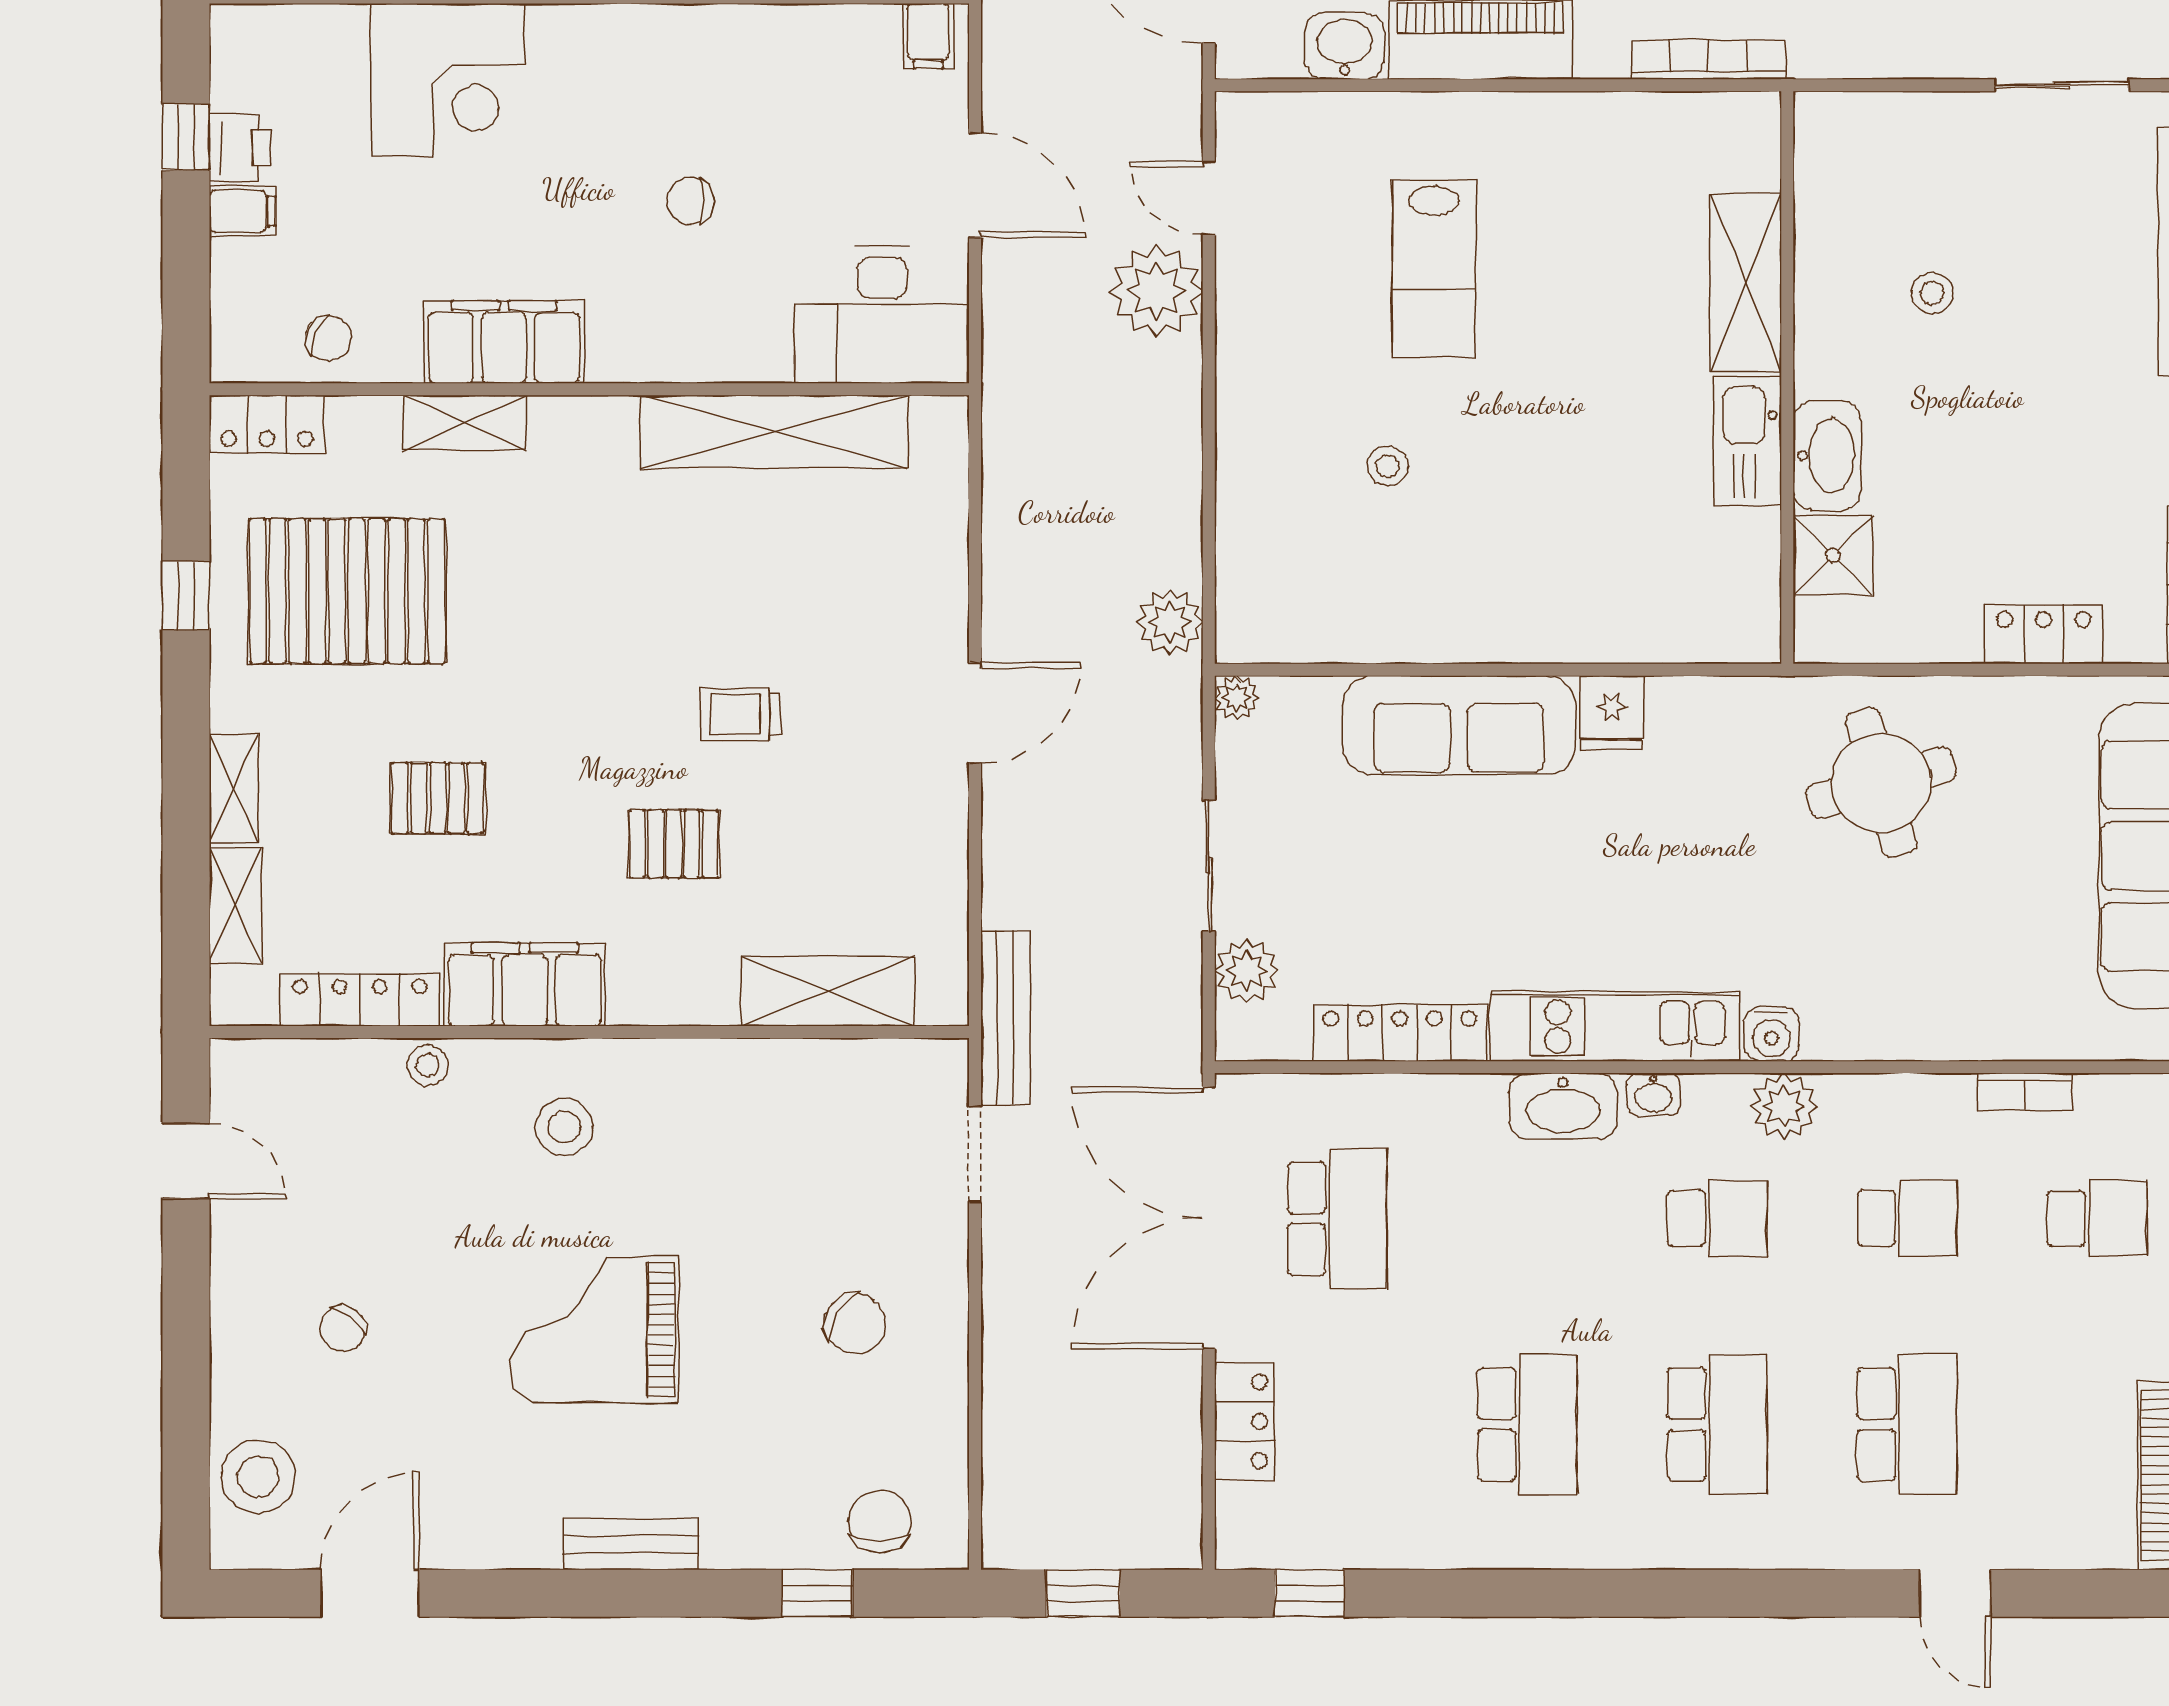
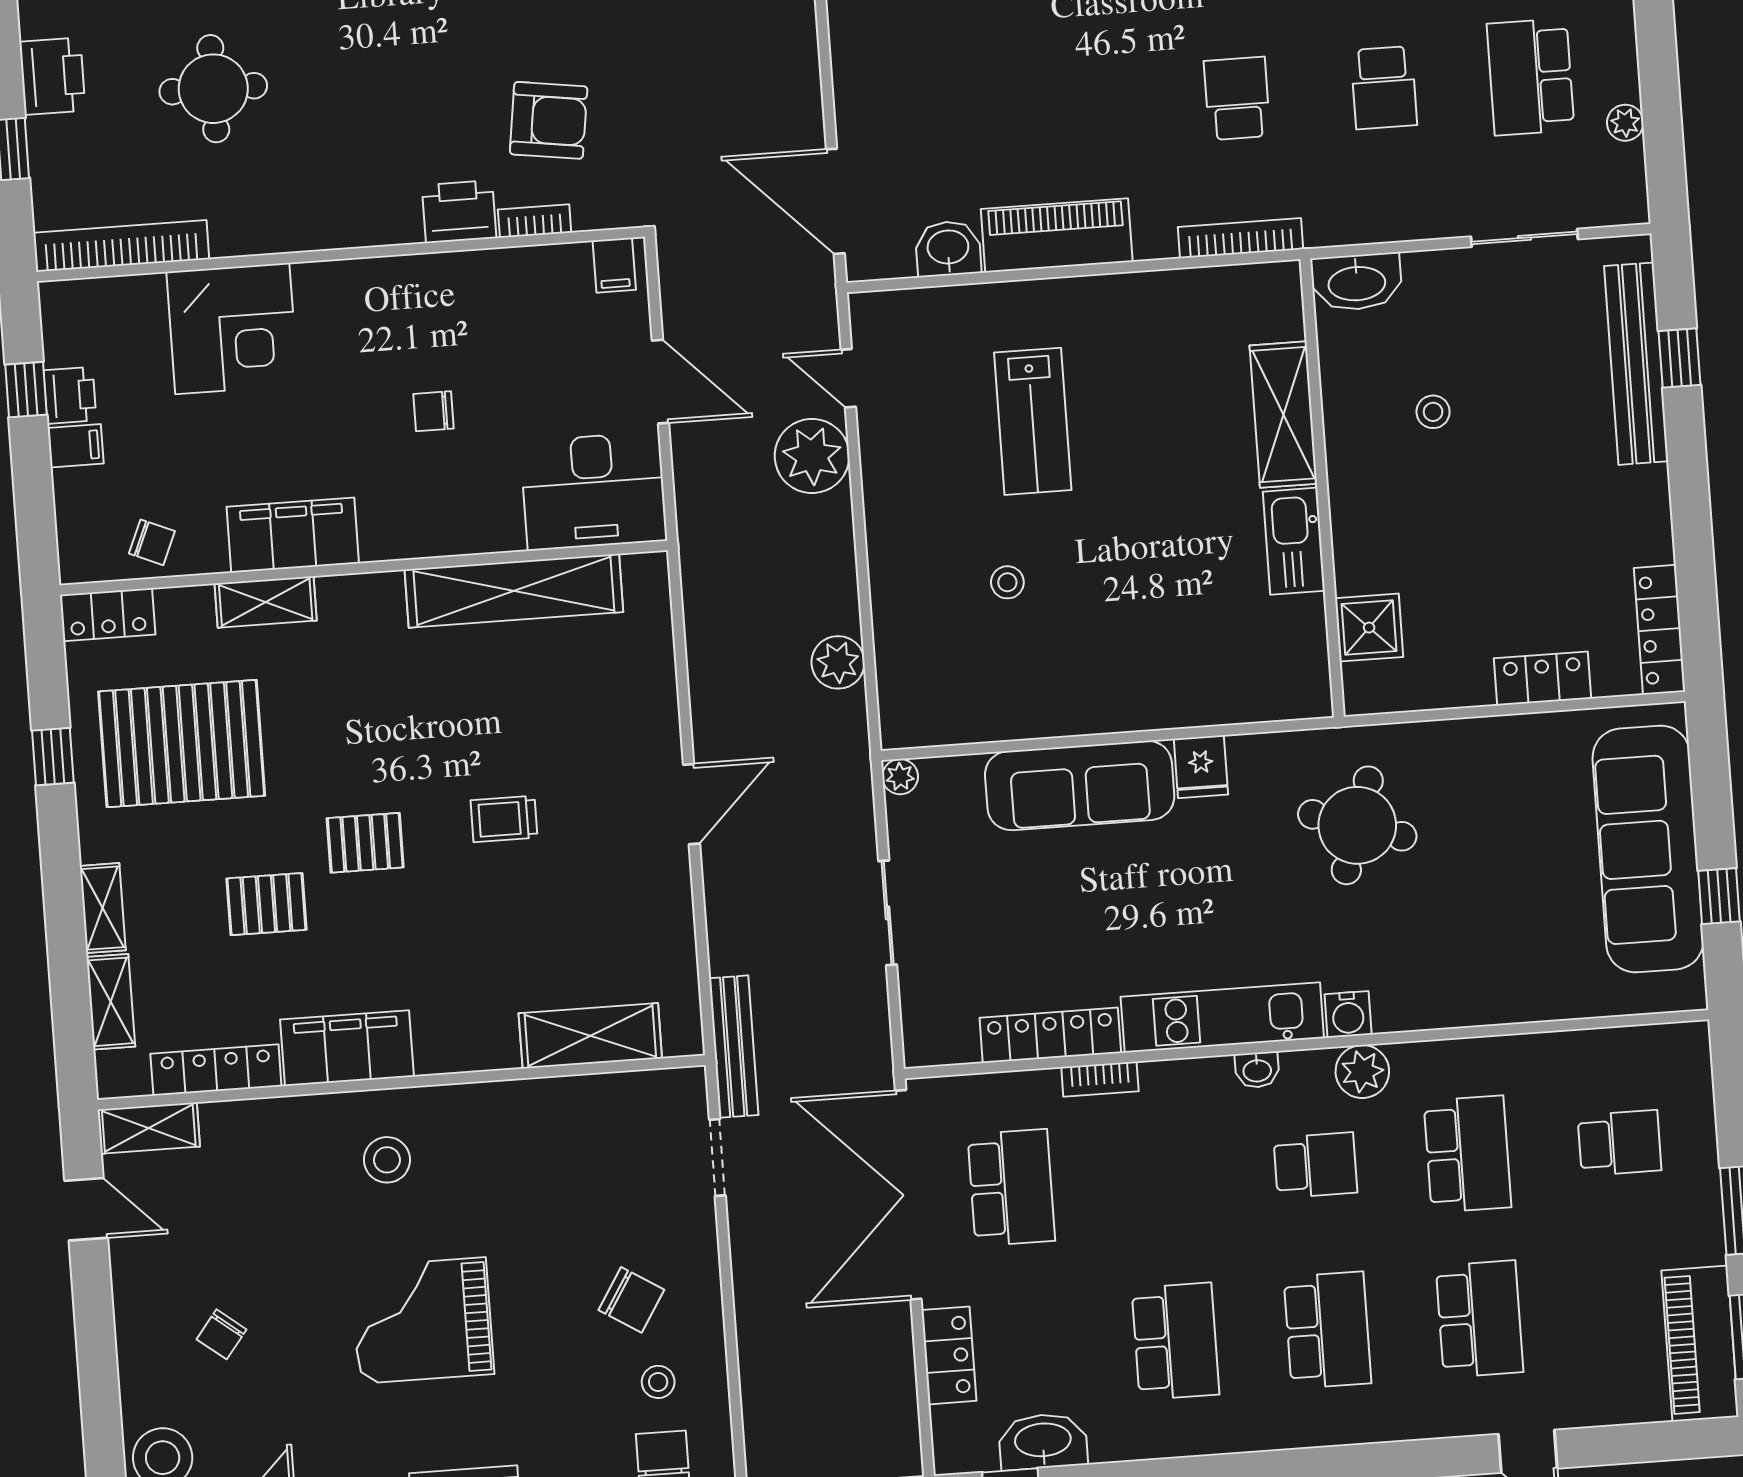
washbasin: (1827, 456) -> (1357, 282), moved, turned 90
plant: (1170, 622) -> (838, 662), moved
round table: (1881, 783) -> (1357, 825), moved, turned 34
pallet: (674, 844) -> (365, 843), moved
plant: (1247, 971) -> (924, 995), removed
stool: (428, 1065) -> (658, 1382), moved
shelving: (271, 1066) -> (149, 1128), added
bookcase: (2025, 1092) -> (1100, 1079), moved
washbasin: (1563, 1106) -> (1043, 1441), moved, turned 180
school desk: (1907, 1218) -> (1467, 1154), width x1.85

